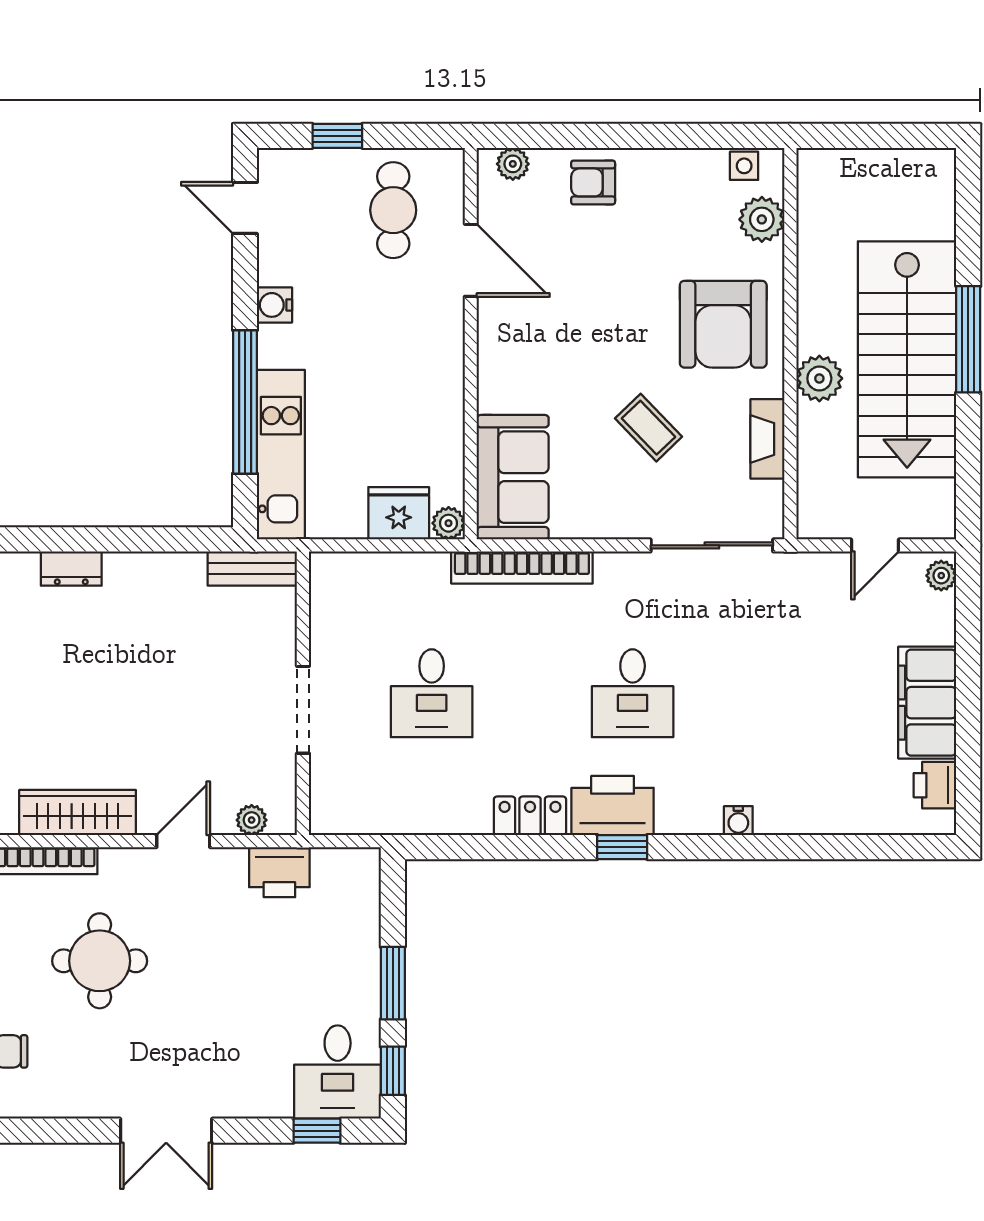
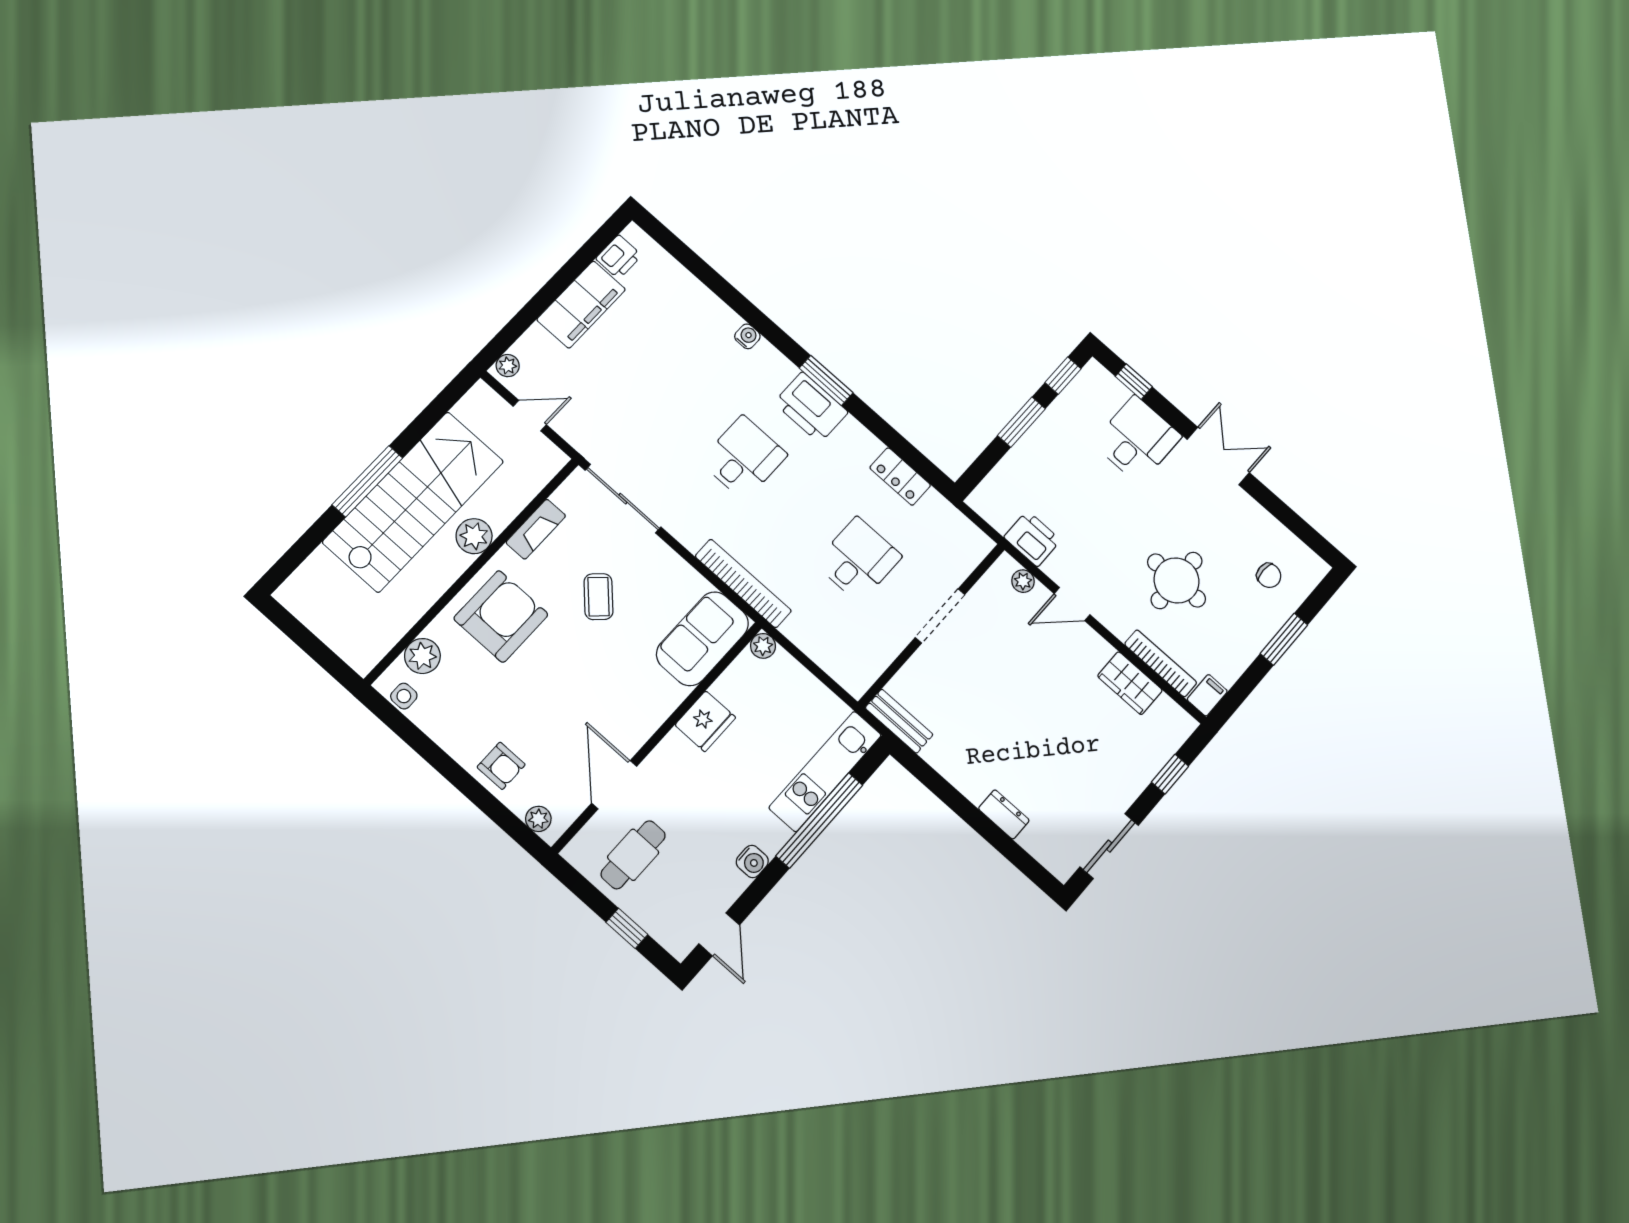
fridge: (399, 513) -> (705, 721), moved, turned -90
wardrobe: (78, 813) -> (1130, 683), width x0.67
locker: (530, 816) -> (900, 476), moved
window: (622, 847) -> (826, 380), width x1.50
desk: (338, 1072) -> (1137, 440), moved

